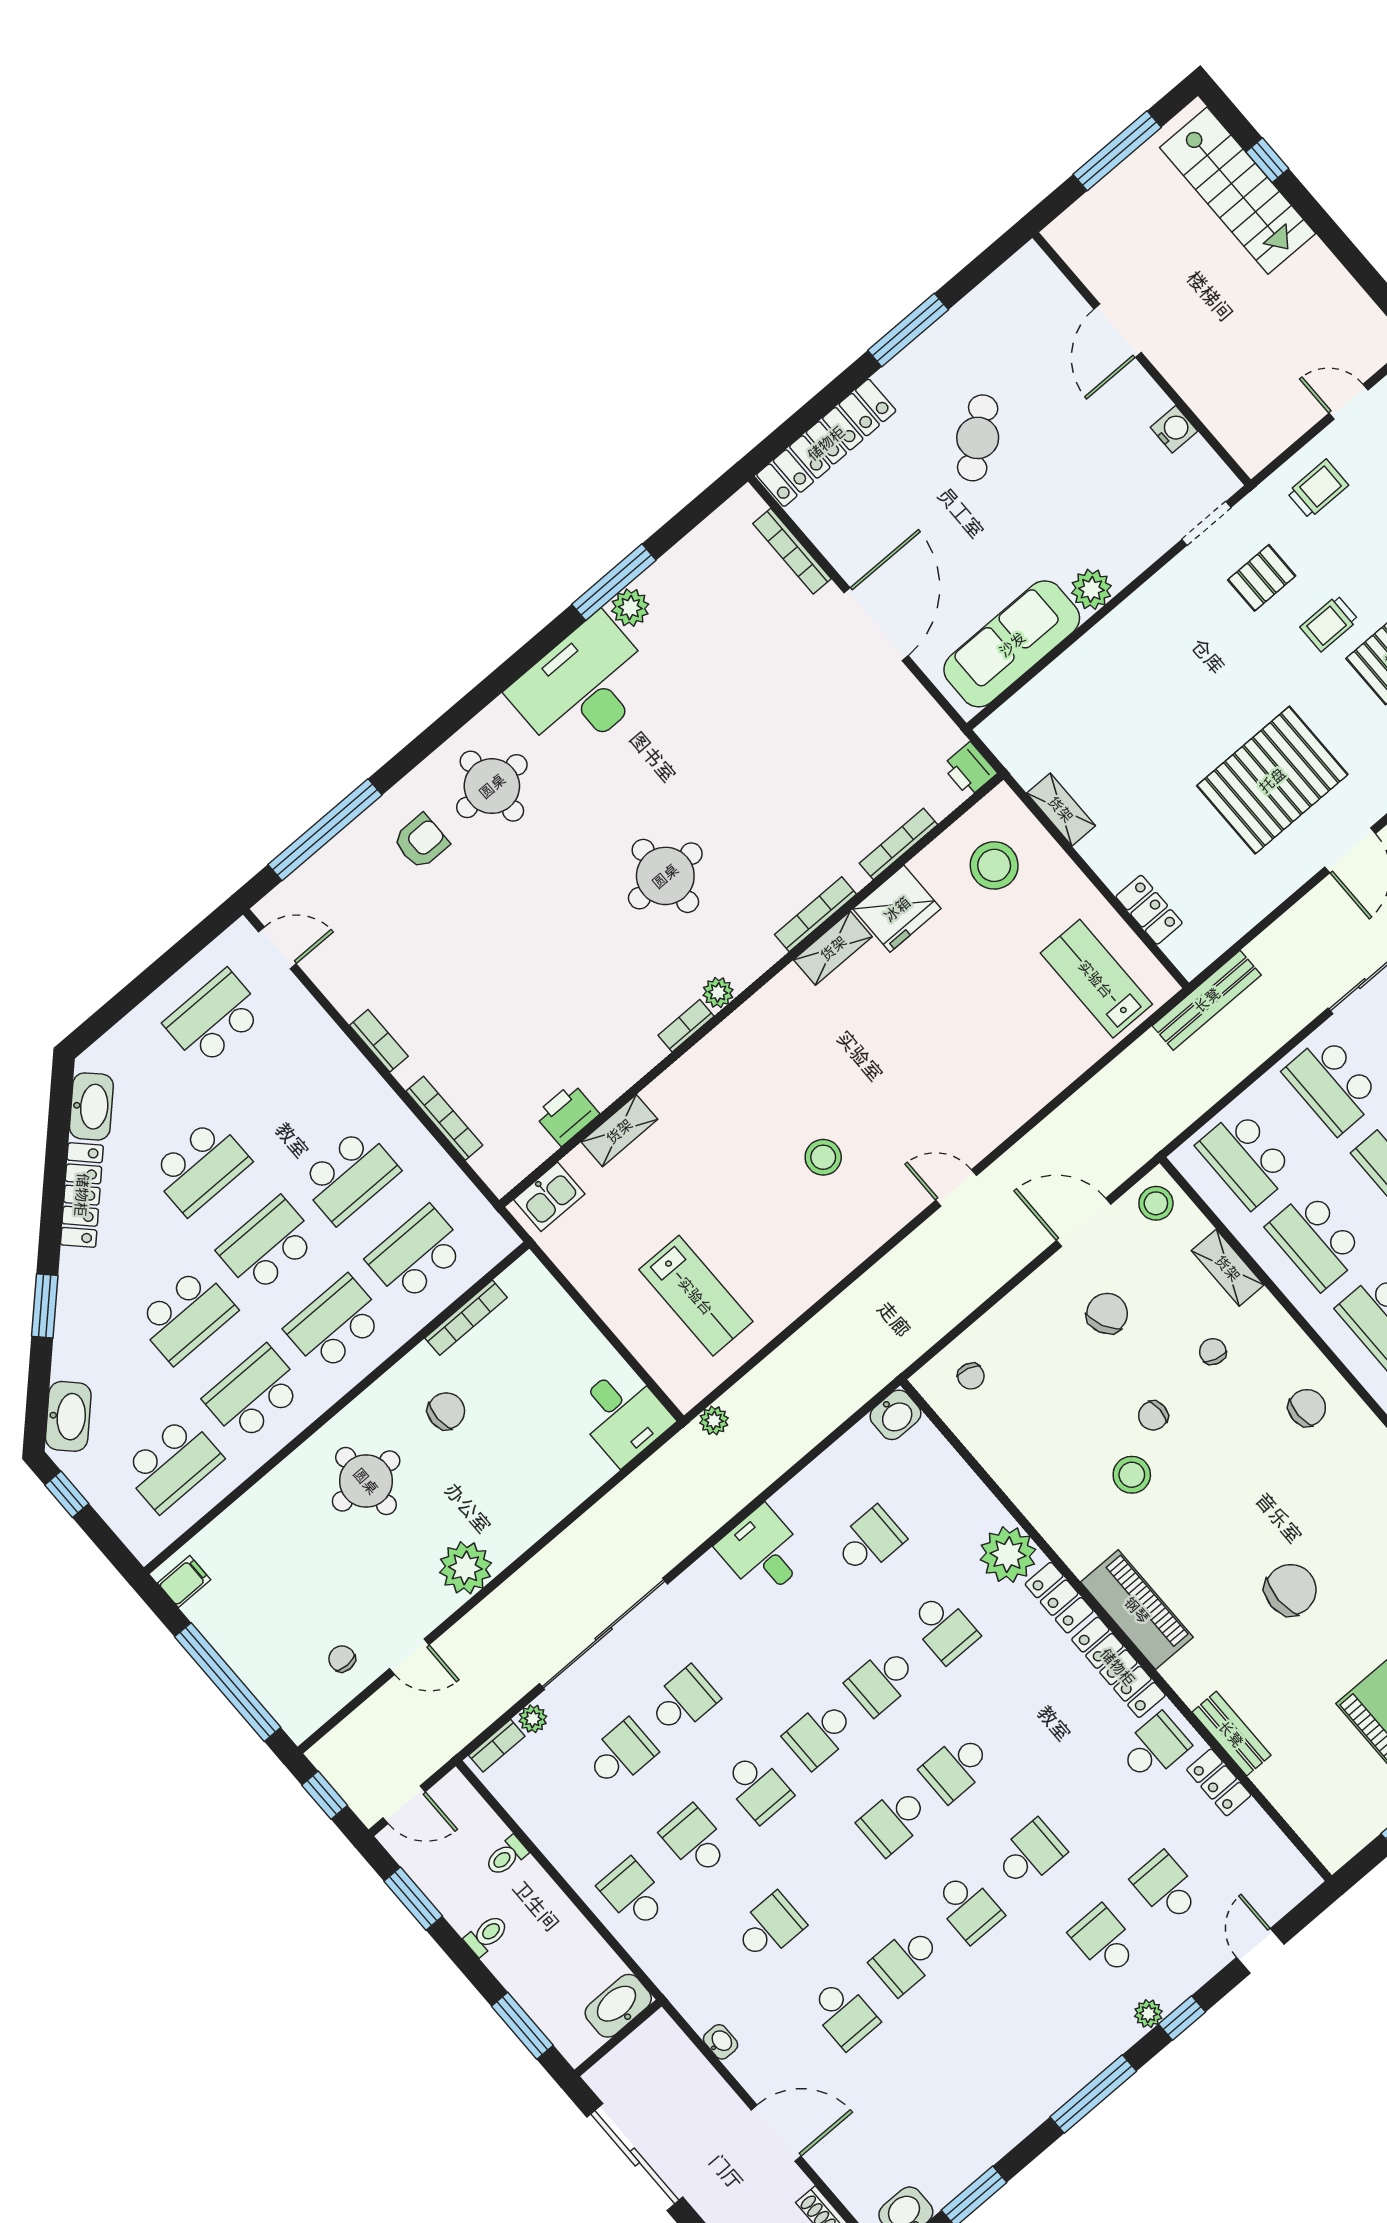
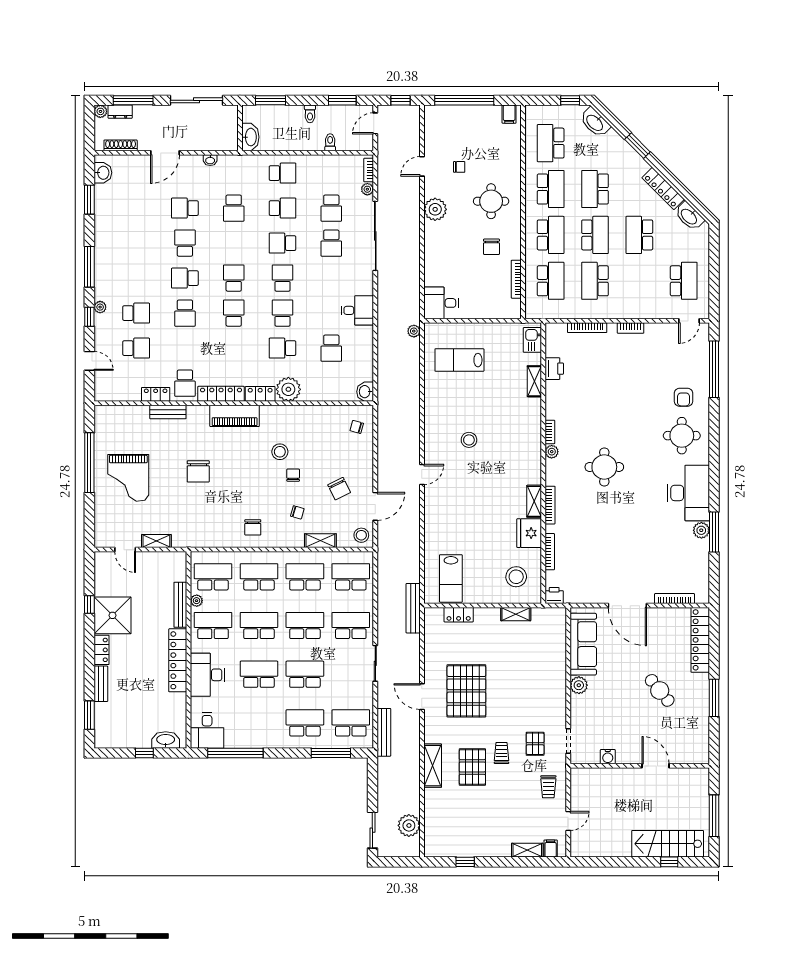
lab bench: (1096, 979) -> (451, 578), turned 90
chair: (342, 1659) -> (459, 167), moved

